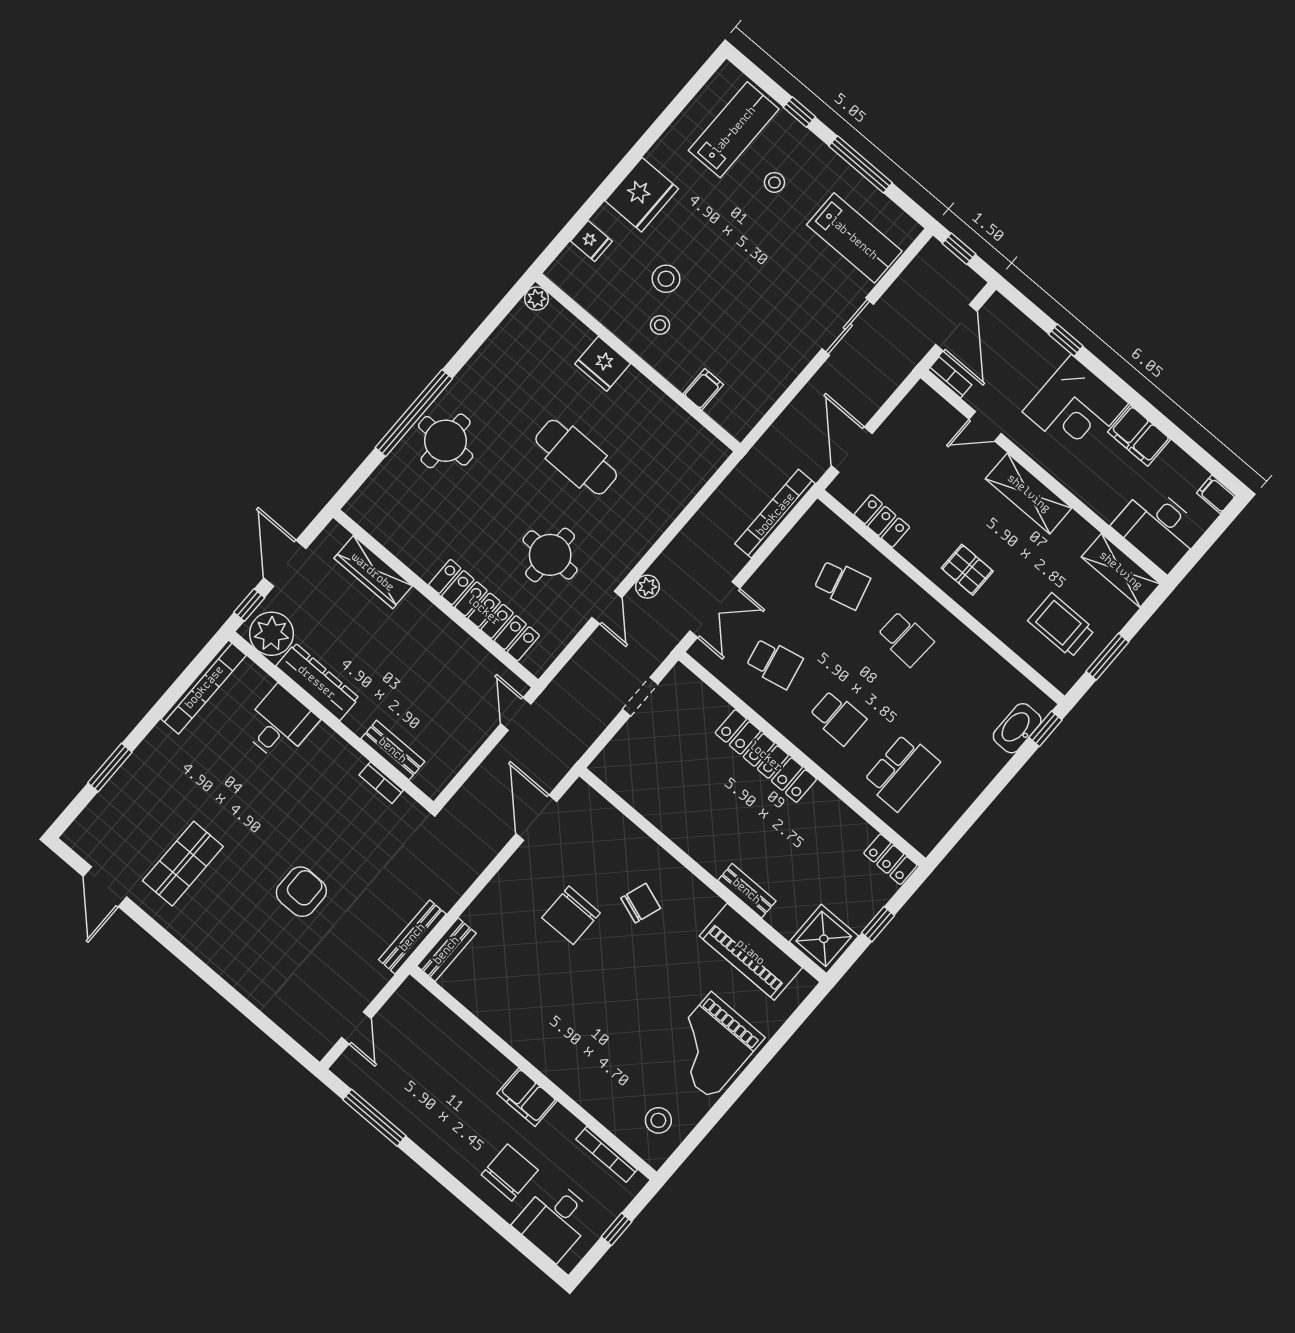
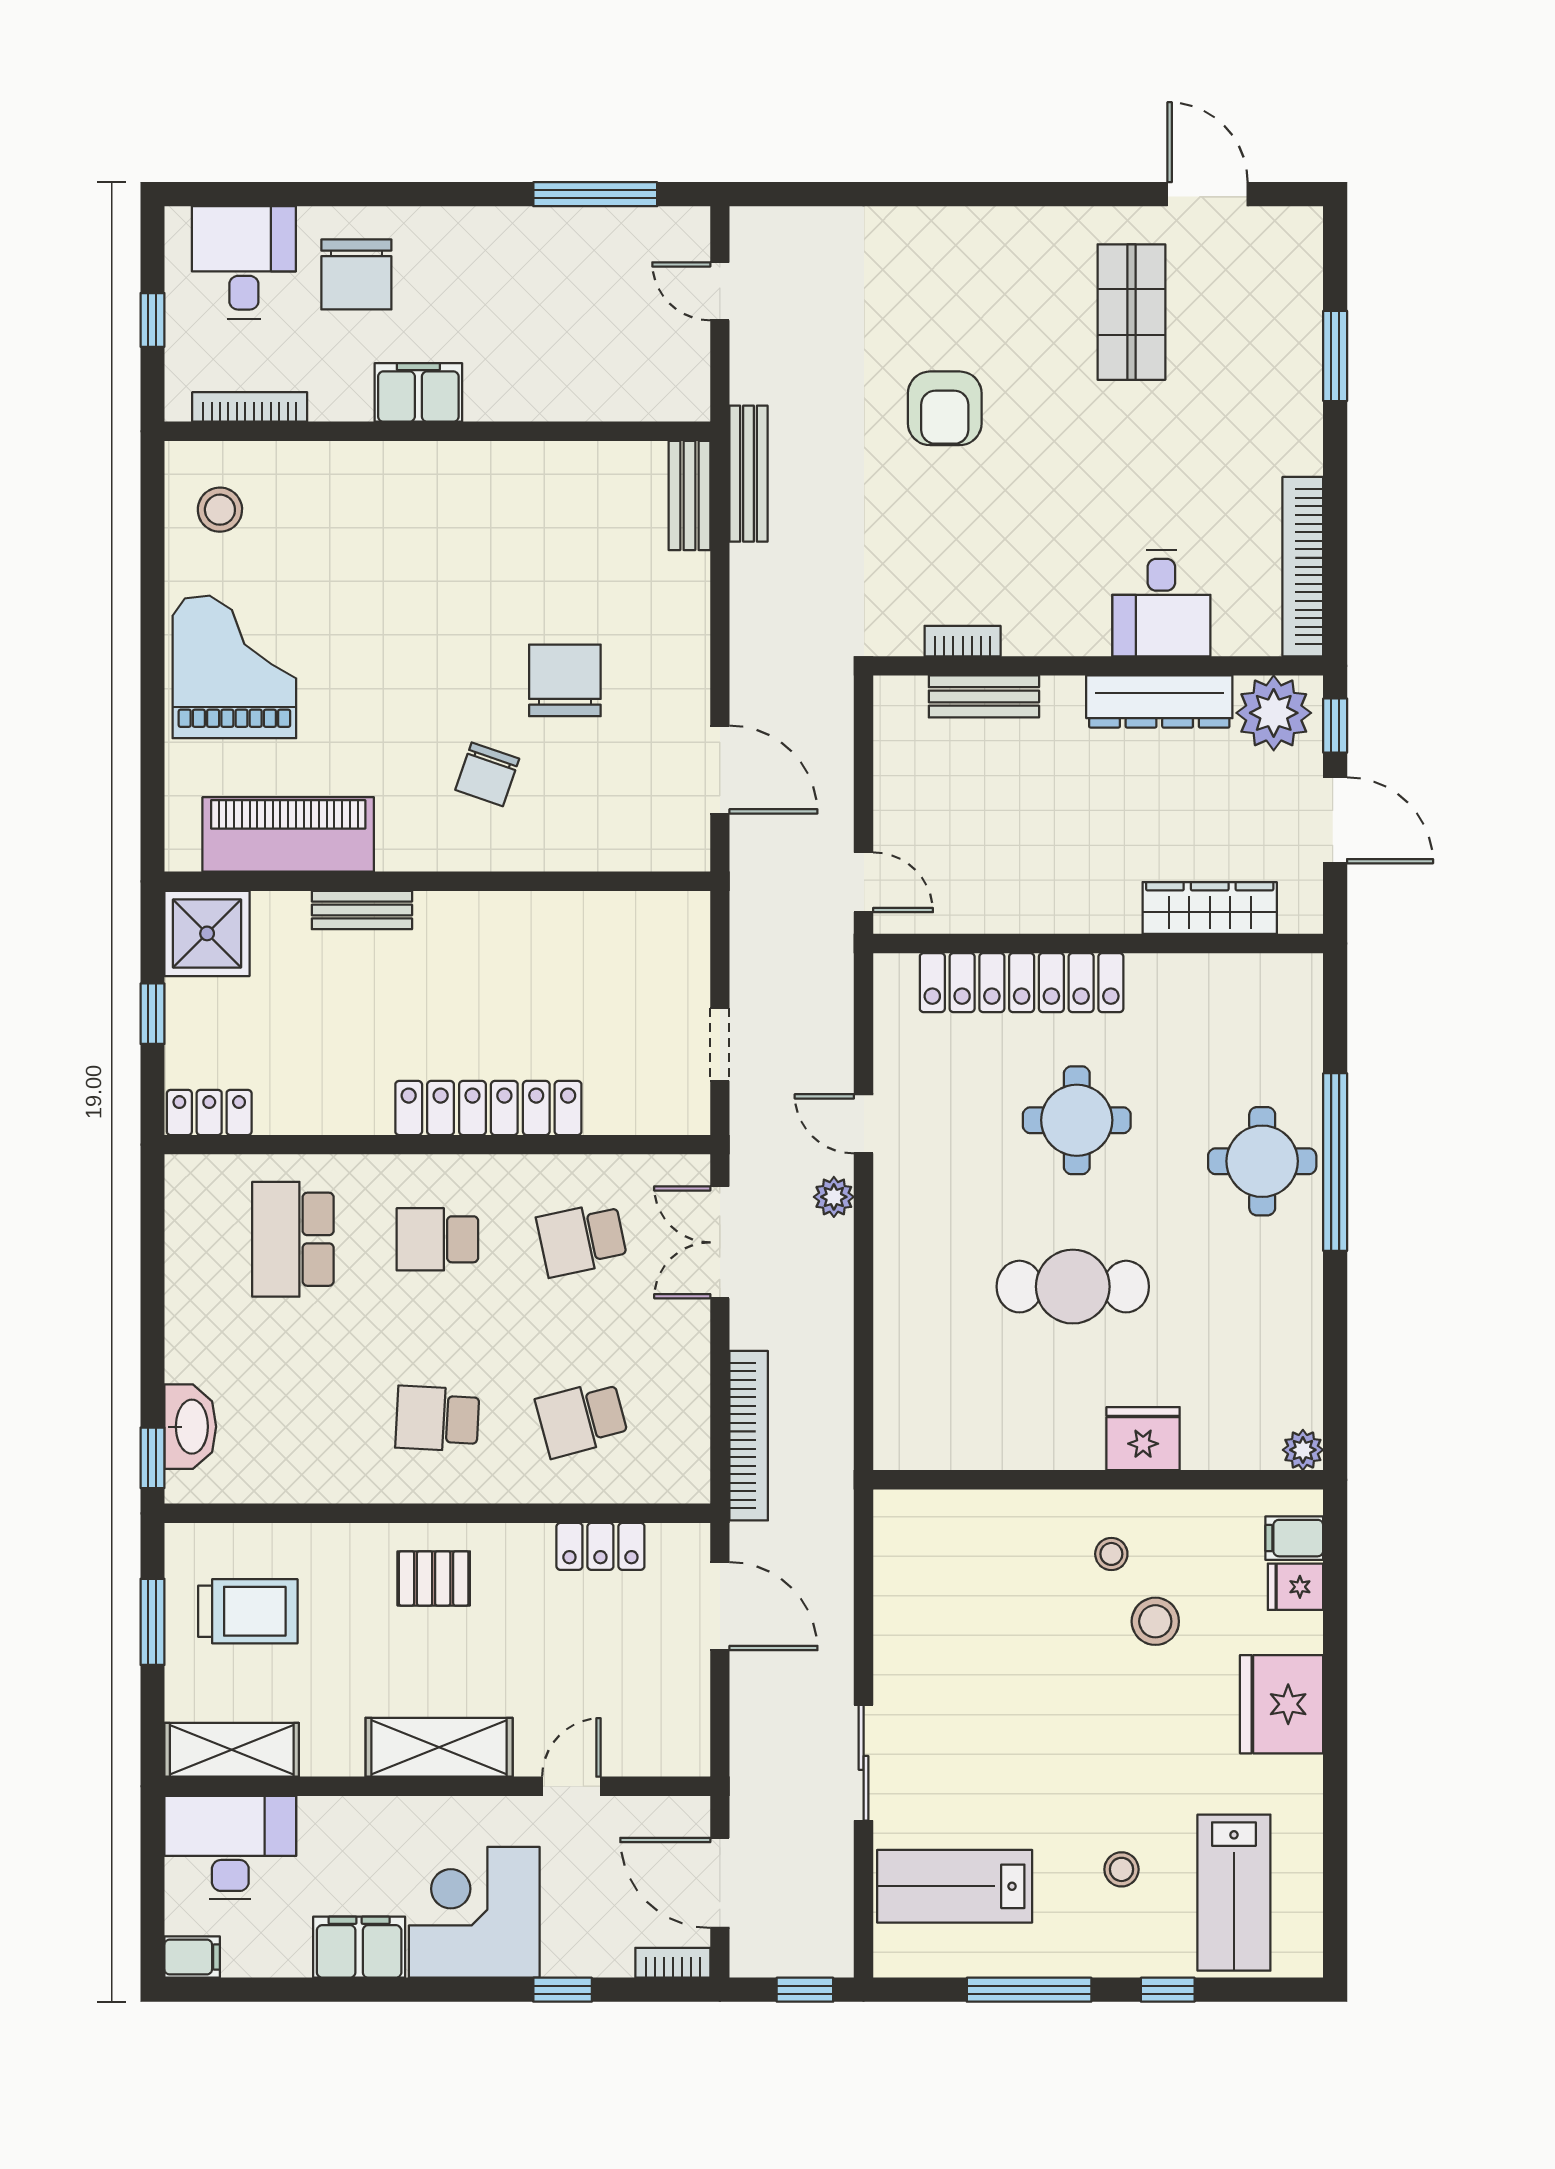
bookcase: (950, 377) -> (673, 1963), moved, turned 180
filing cabinet: (703, 389) -> (1294, 1538), moved, turned 90
round table: (550, 555) -> (1077, 1120), moved

